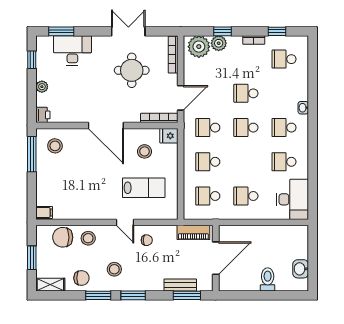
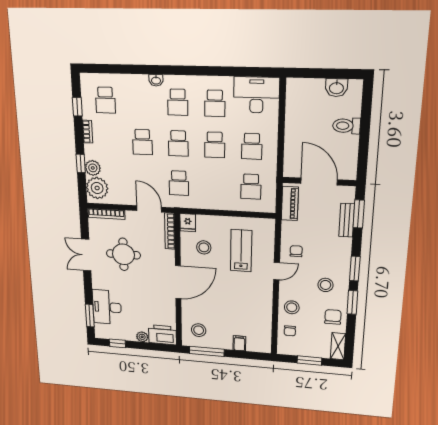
printer: (43, 115) -> (162, 335), width x1.87, depth x1.48
school desk: (208, 162) -> (215, 145), moved
filing cabinet: (44, 212) -> (239, 343), moved
chair: (63, 237) -> (290, 331), width x0.54, depth x0.54

